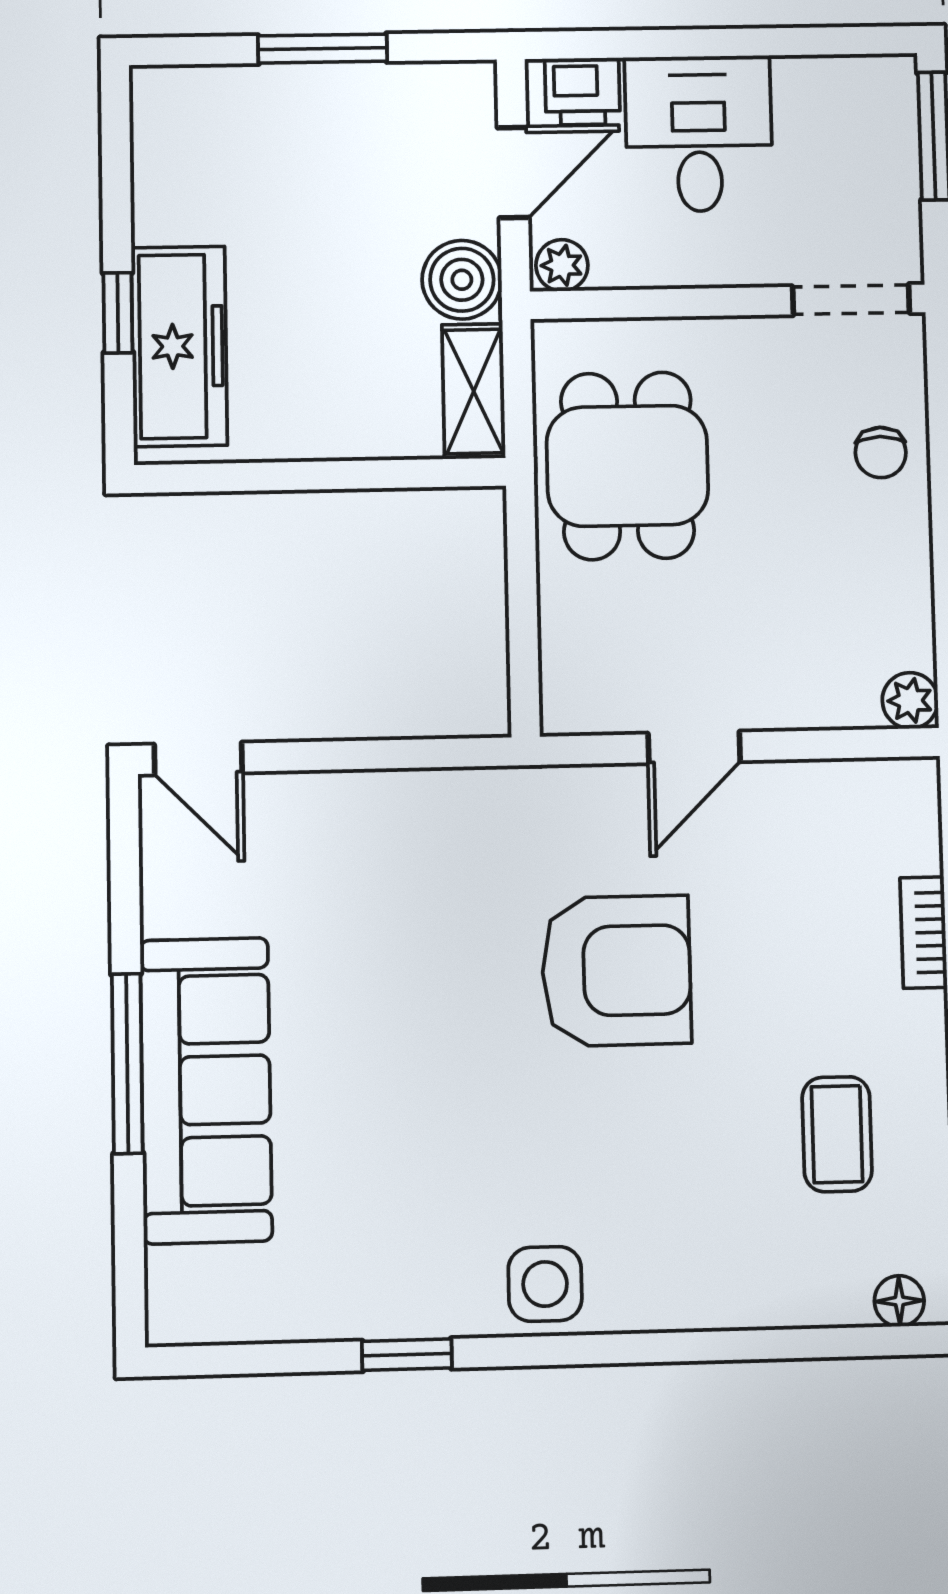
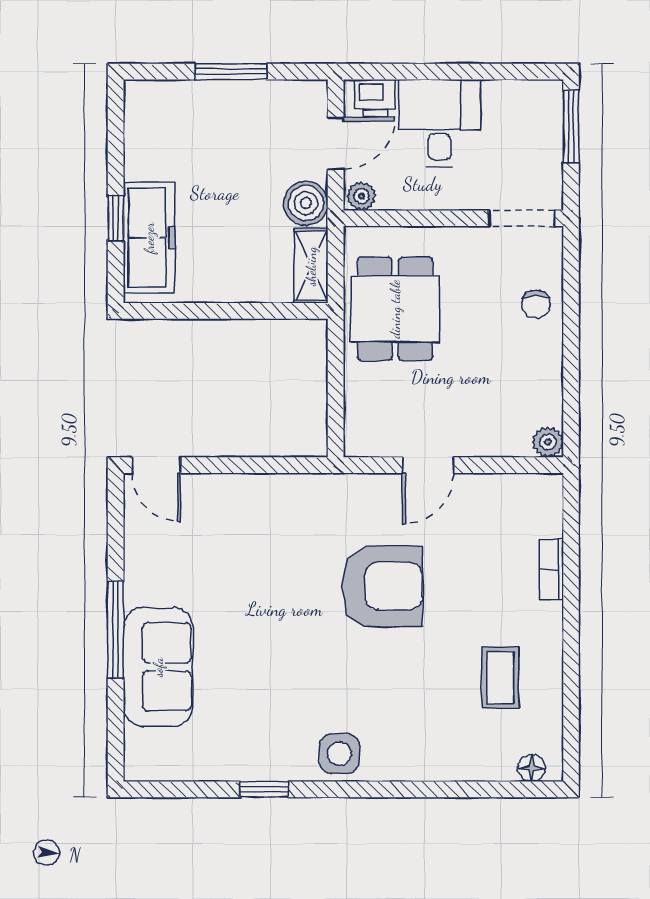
sofa: (206, 1090) -> (158, 667), width x0.73

